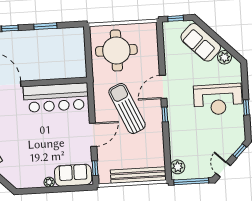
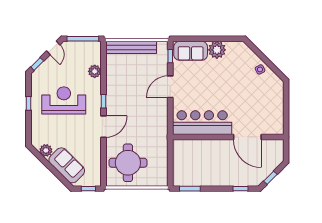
window: (45, 26) -> (190, 189), moved
round table: (116, 50) -> (128, 163), moved
reception desk: (218, 99) -> (64, 100), moved
sun lounger: (127, 108) -> (138, 109), removed
plant: (178, 167) -> (95, 71), moved
plant: (49, 182) -> (217, 50), width x1.88, depth x1.88

